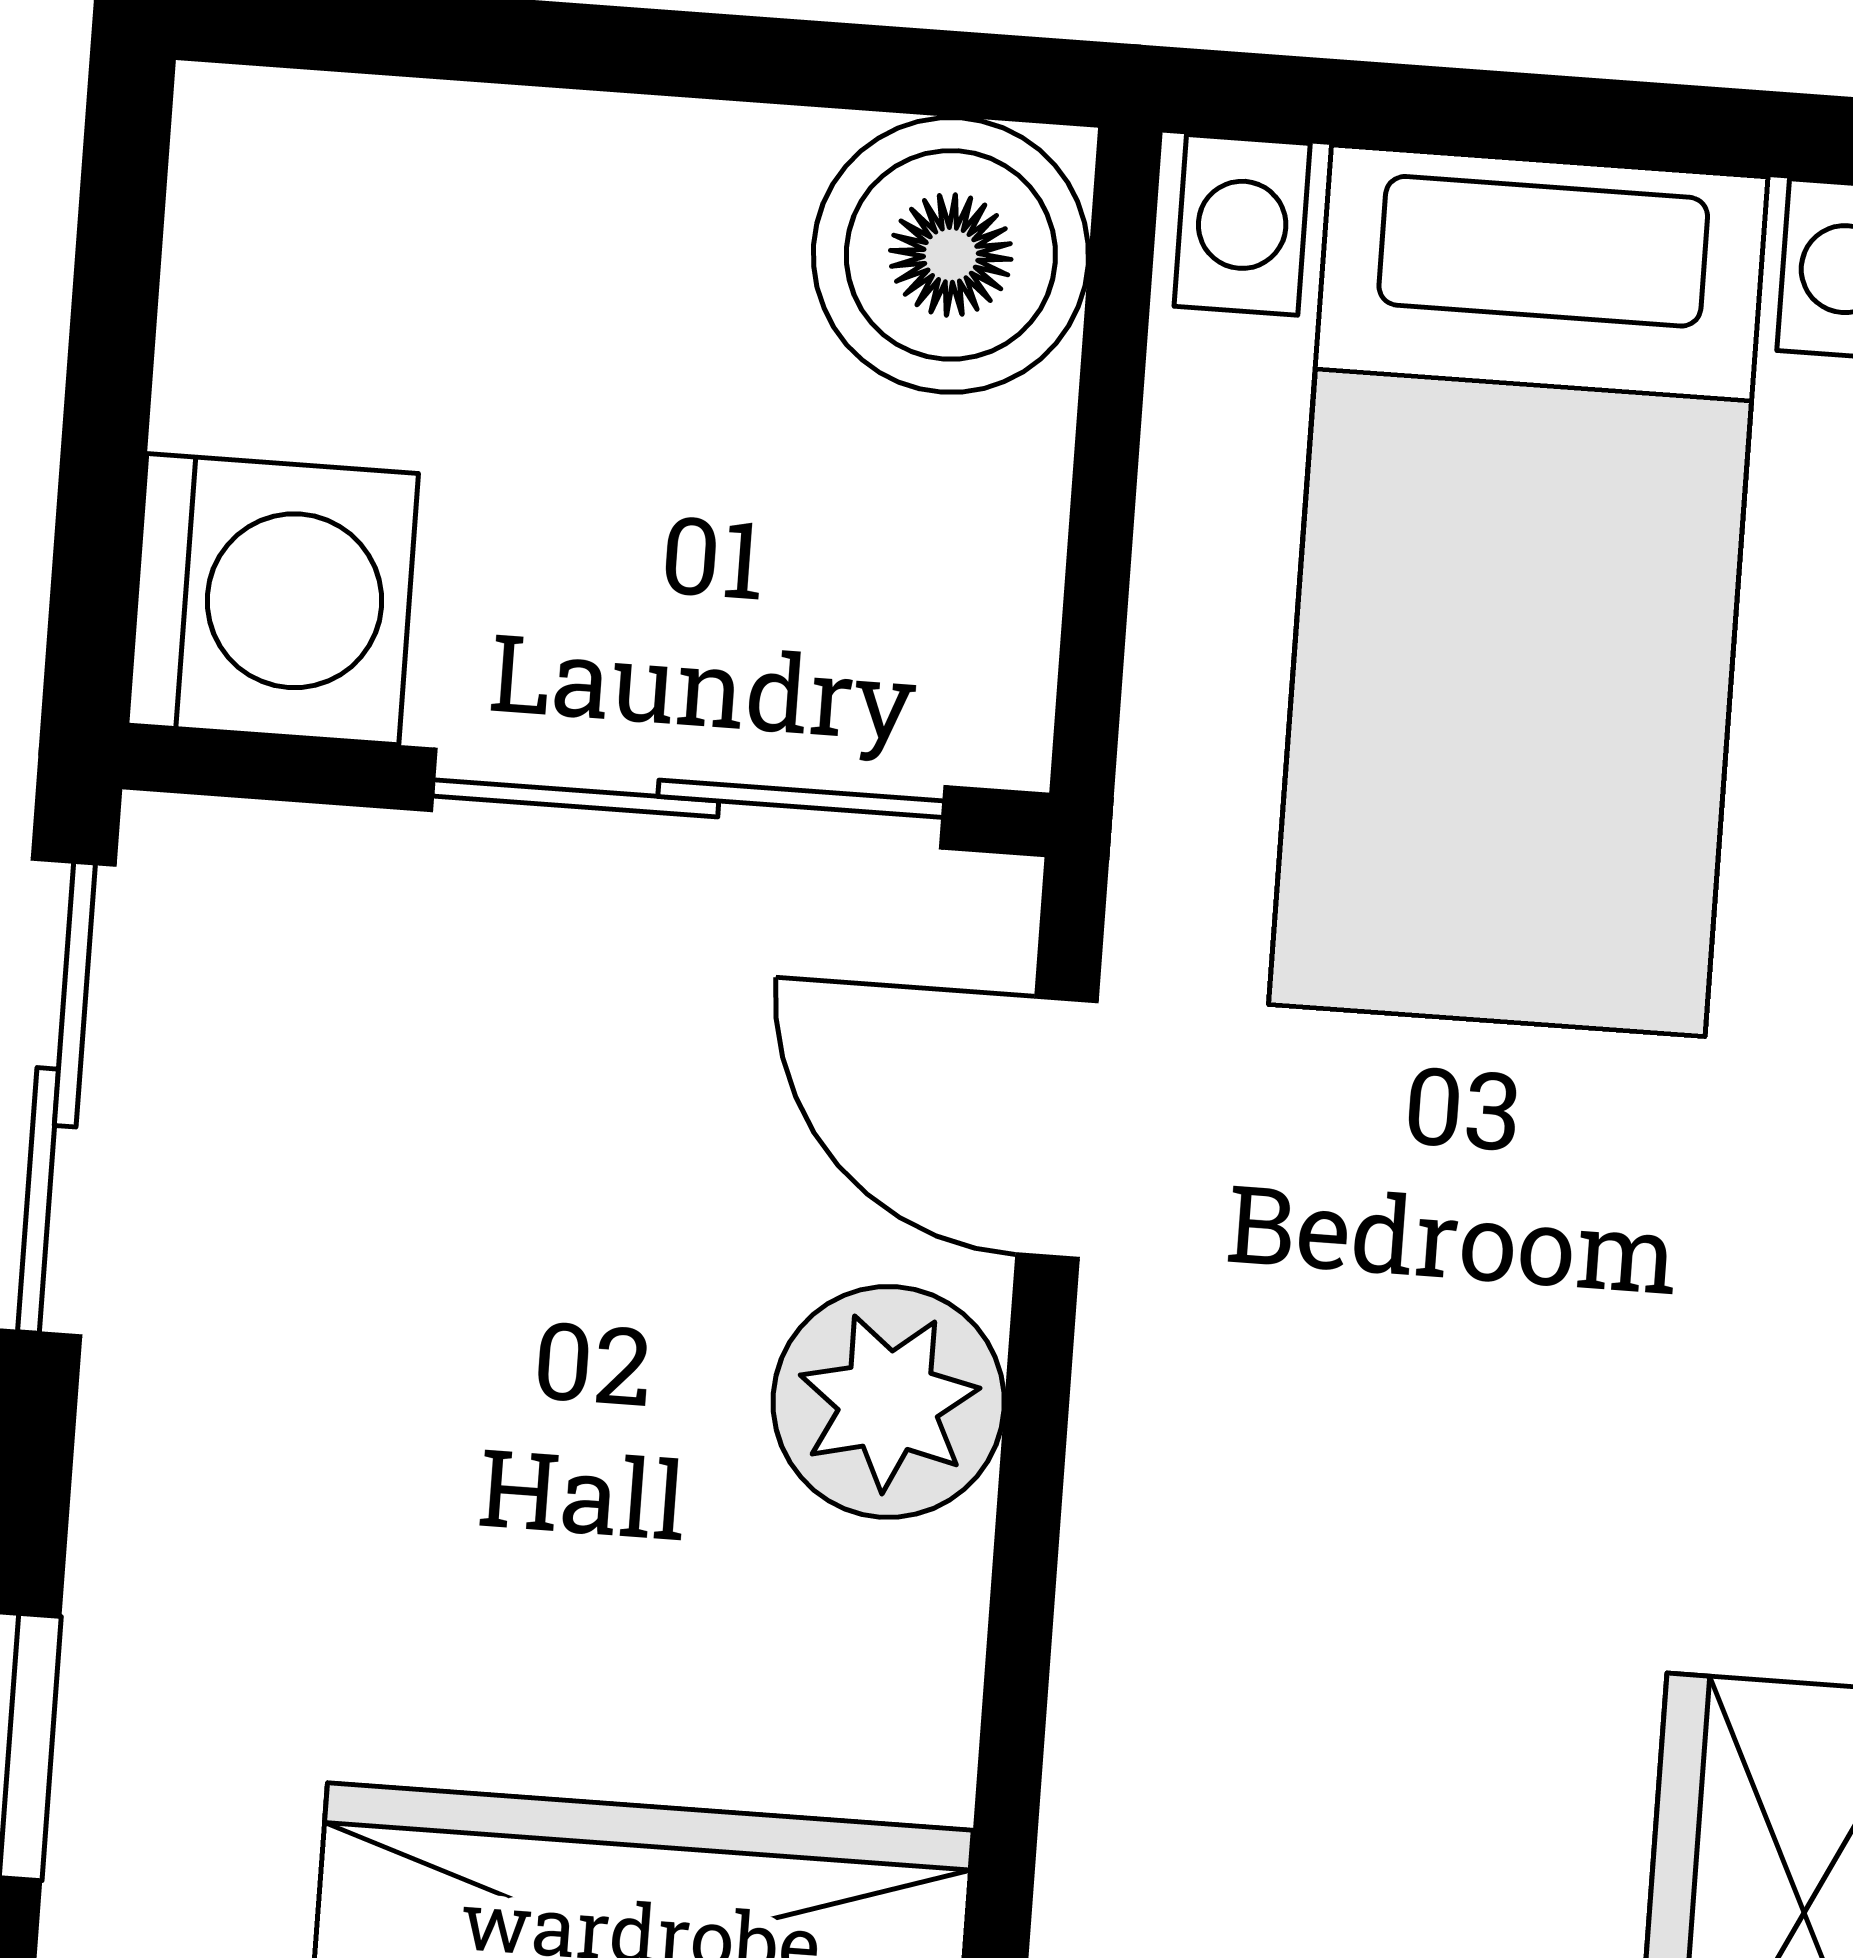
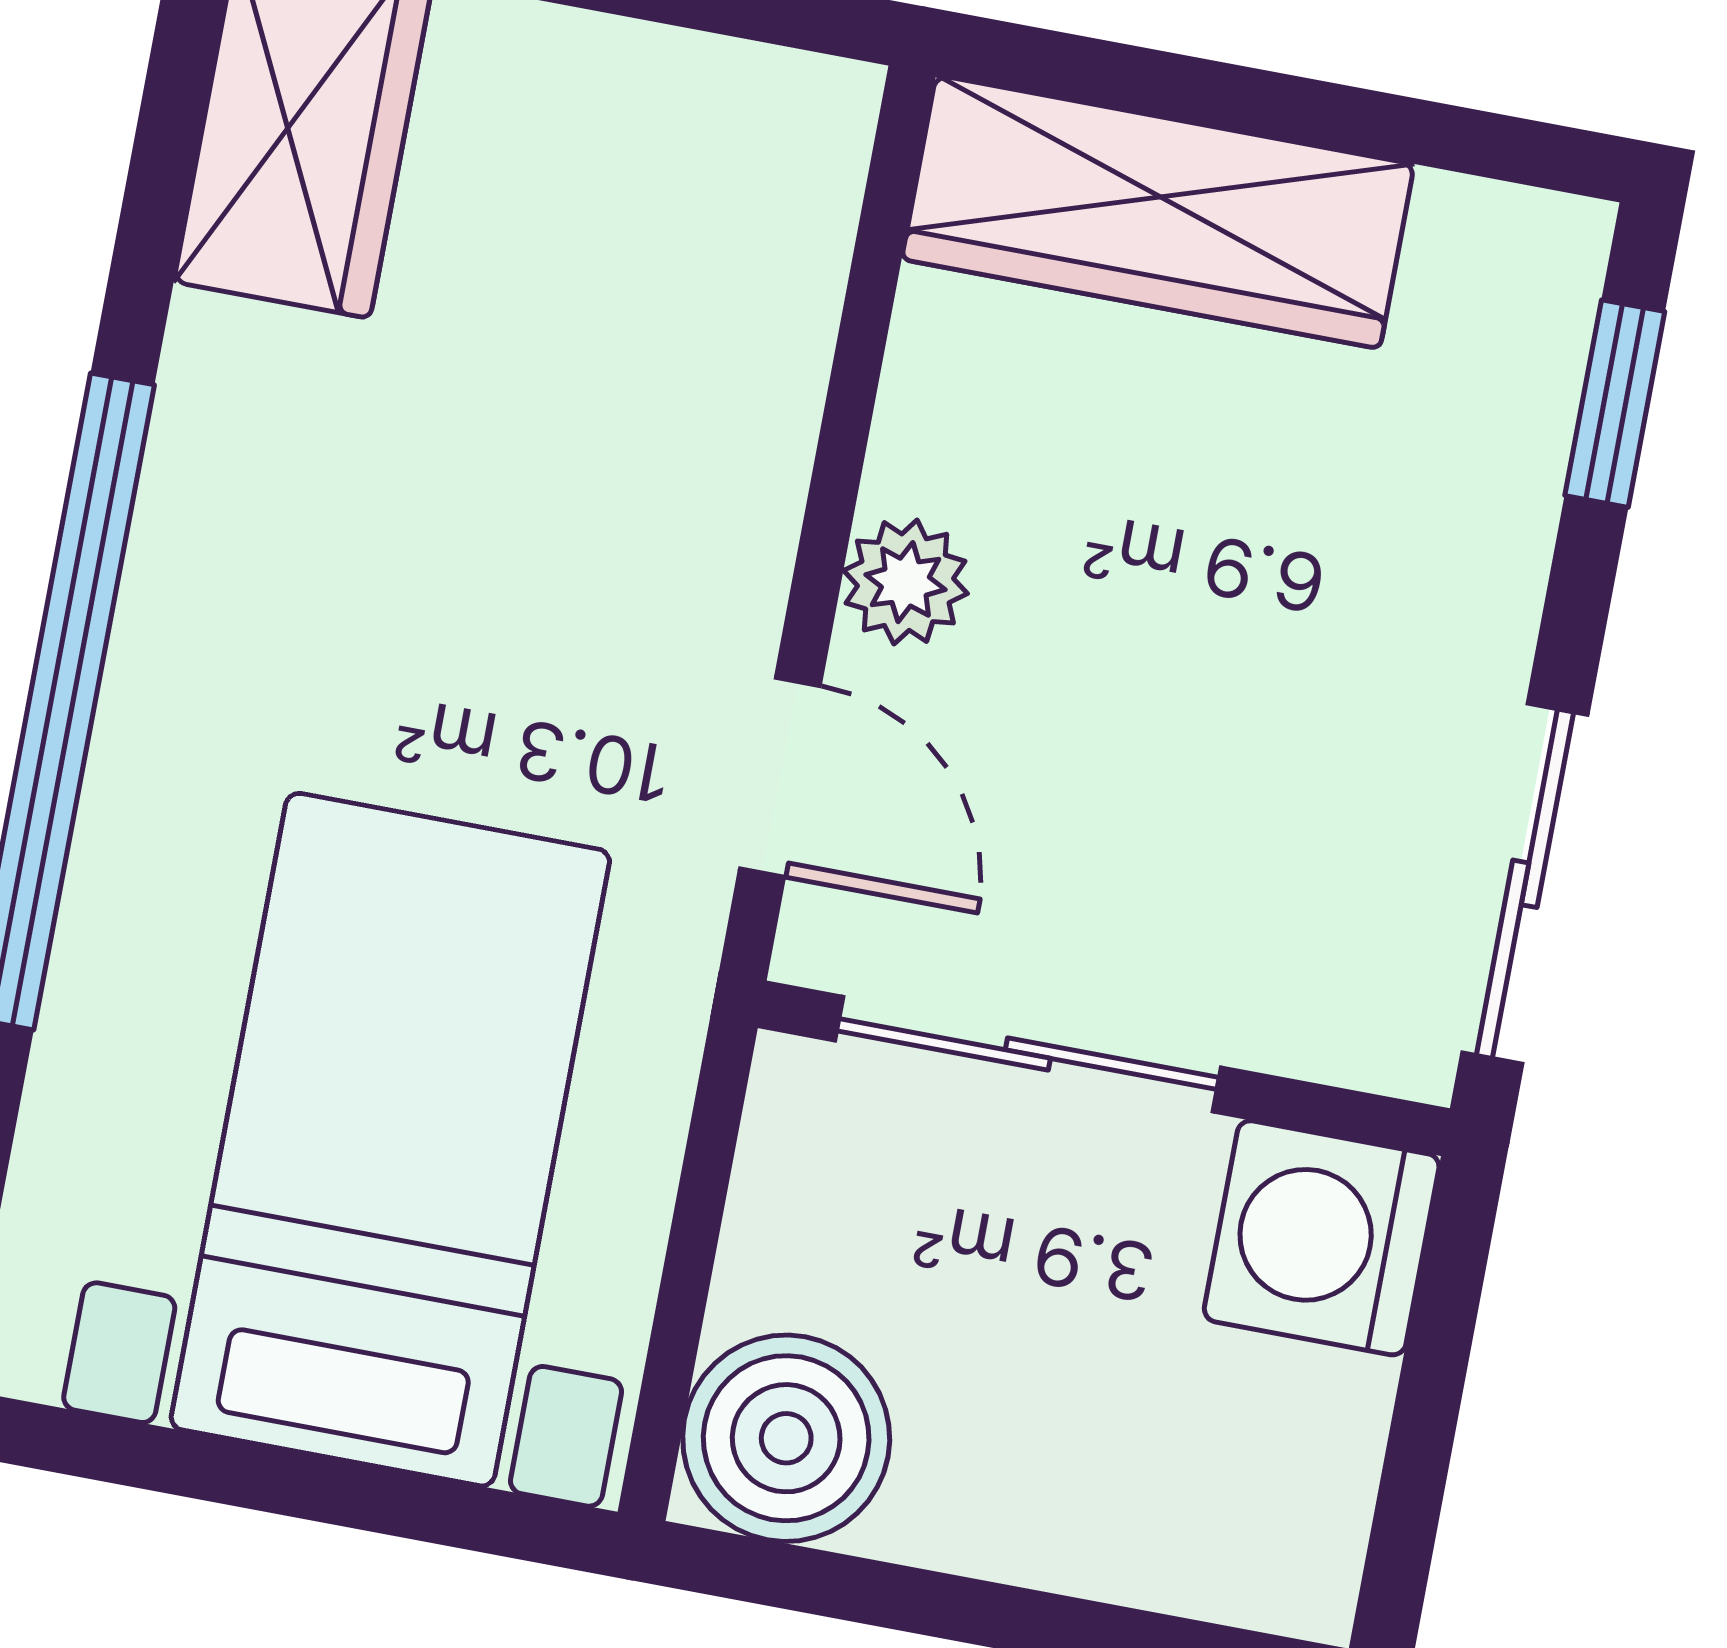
plant: (889, 1402) -> (905, 582), width x0.73, depth x0.73

